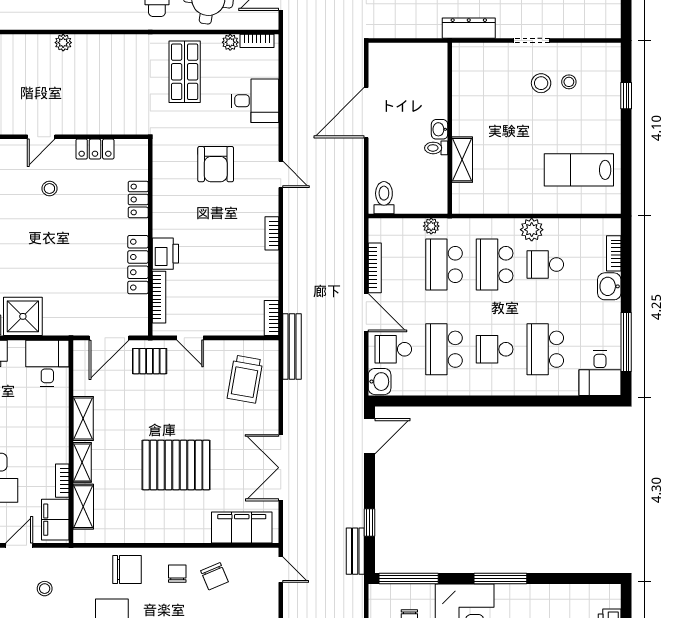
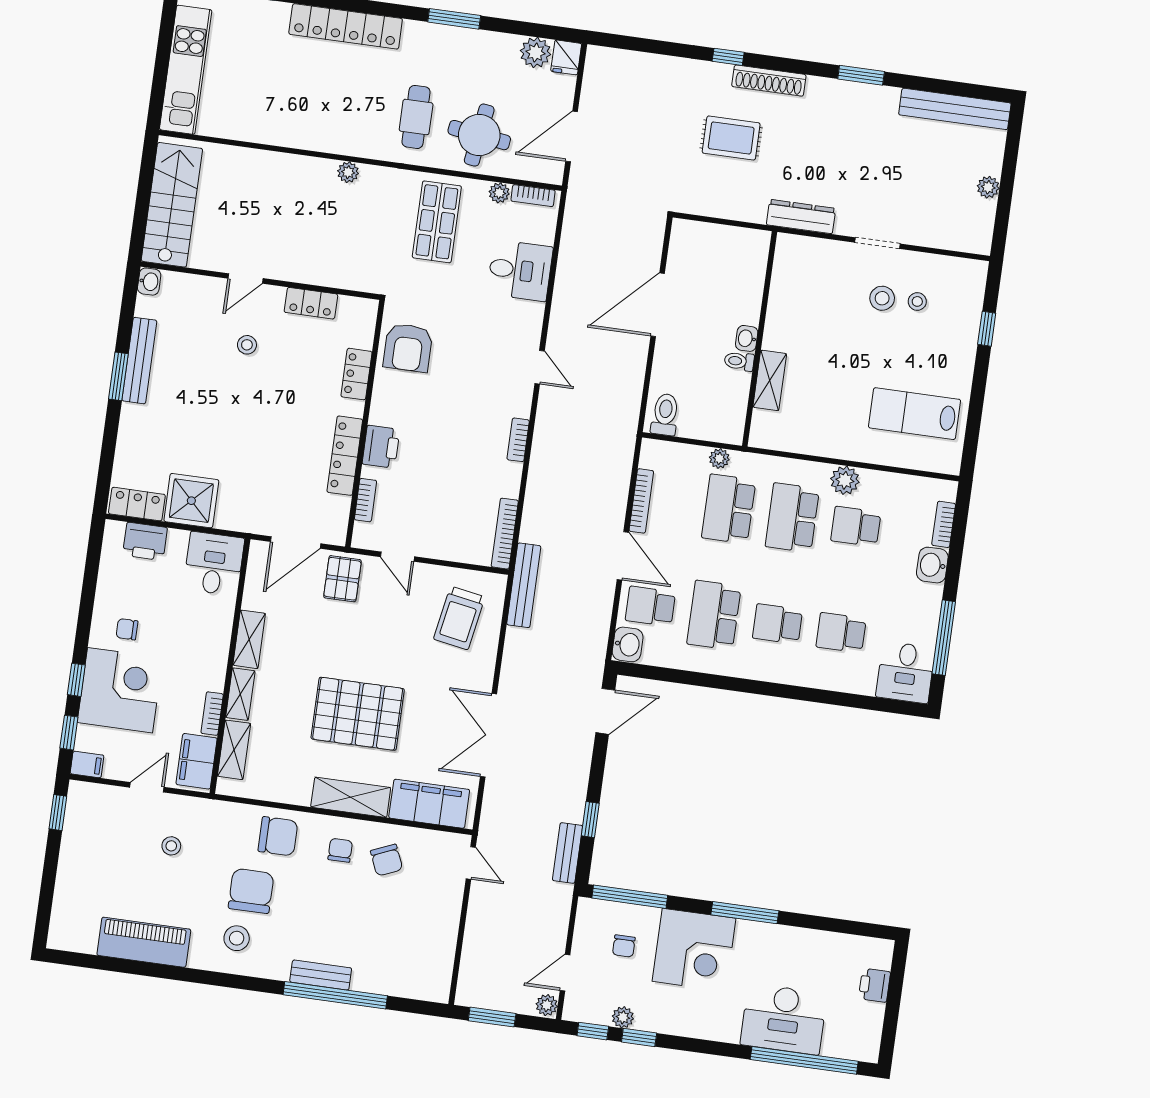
plant: (63, 43) -> (348, 172), moved
armchair: (216, 164) -> (408, 348), moved
bookcase: (159, 297) -> (366, 500), width x0.64
bookcase: (271, 318) -> (505, 534), width x1.56
school desk: (545, 349) -> (841, 633), width x0.54
pallet: (150, 361) -> (342, 579), turned 90
shelving: (180, 531) -> (351, 797), added

